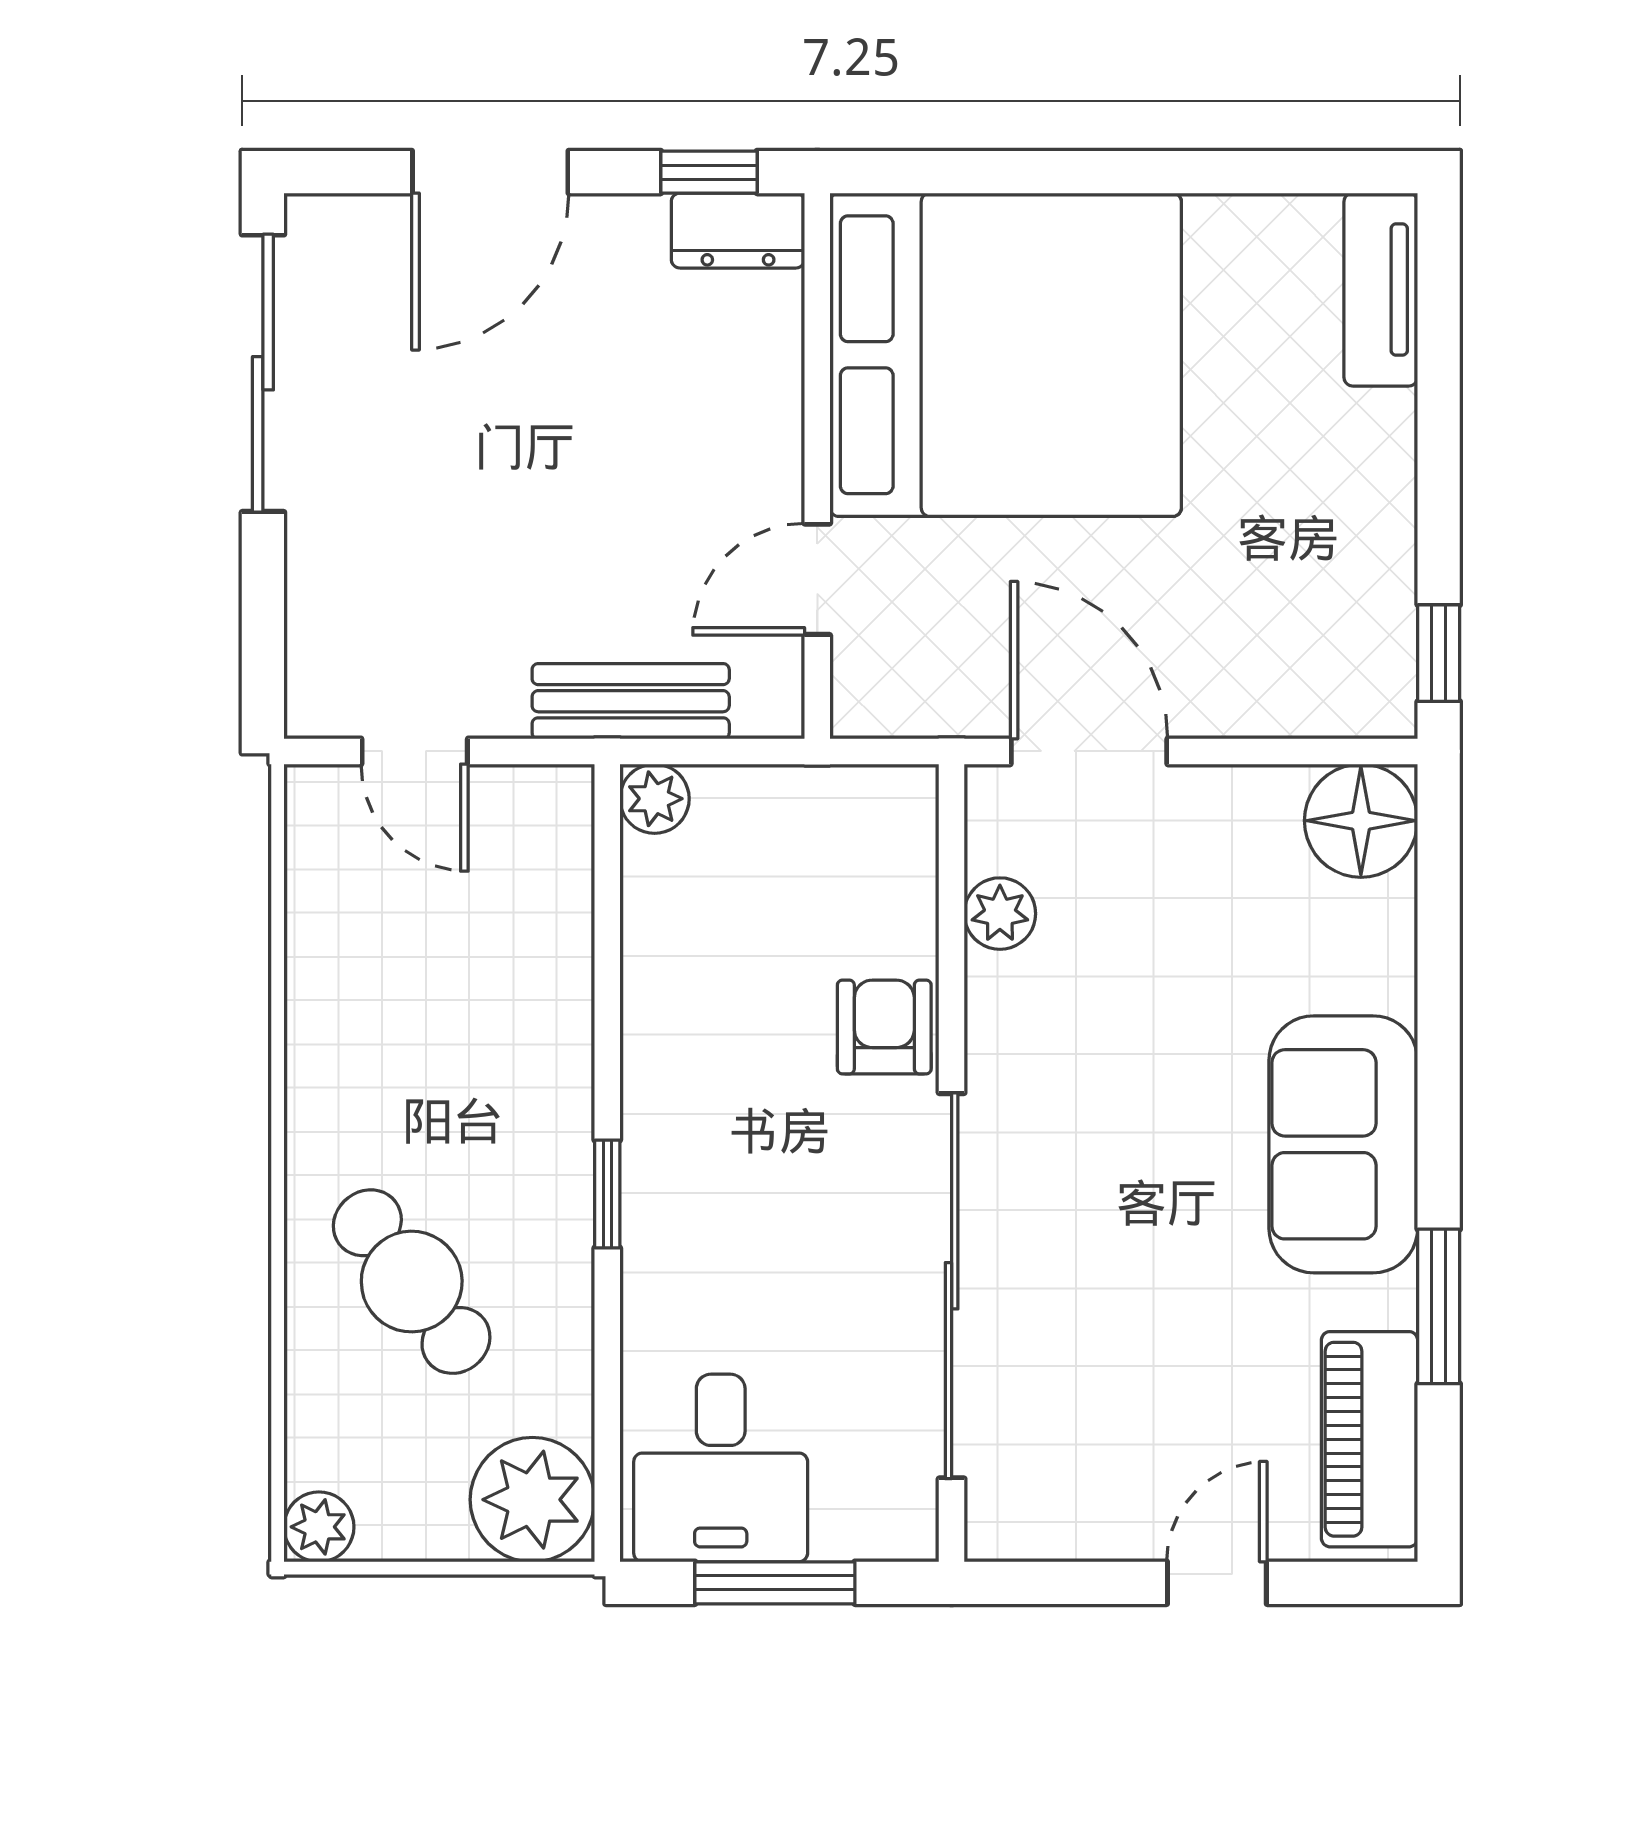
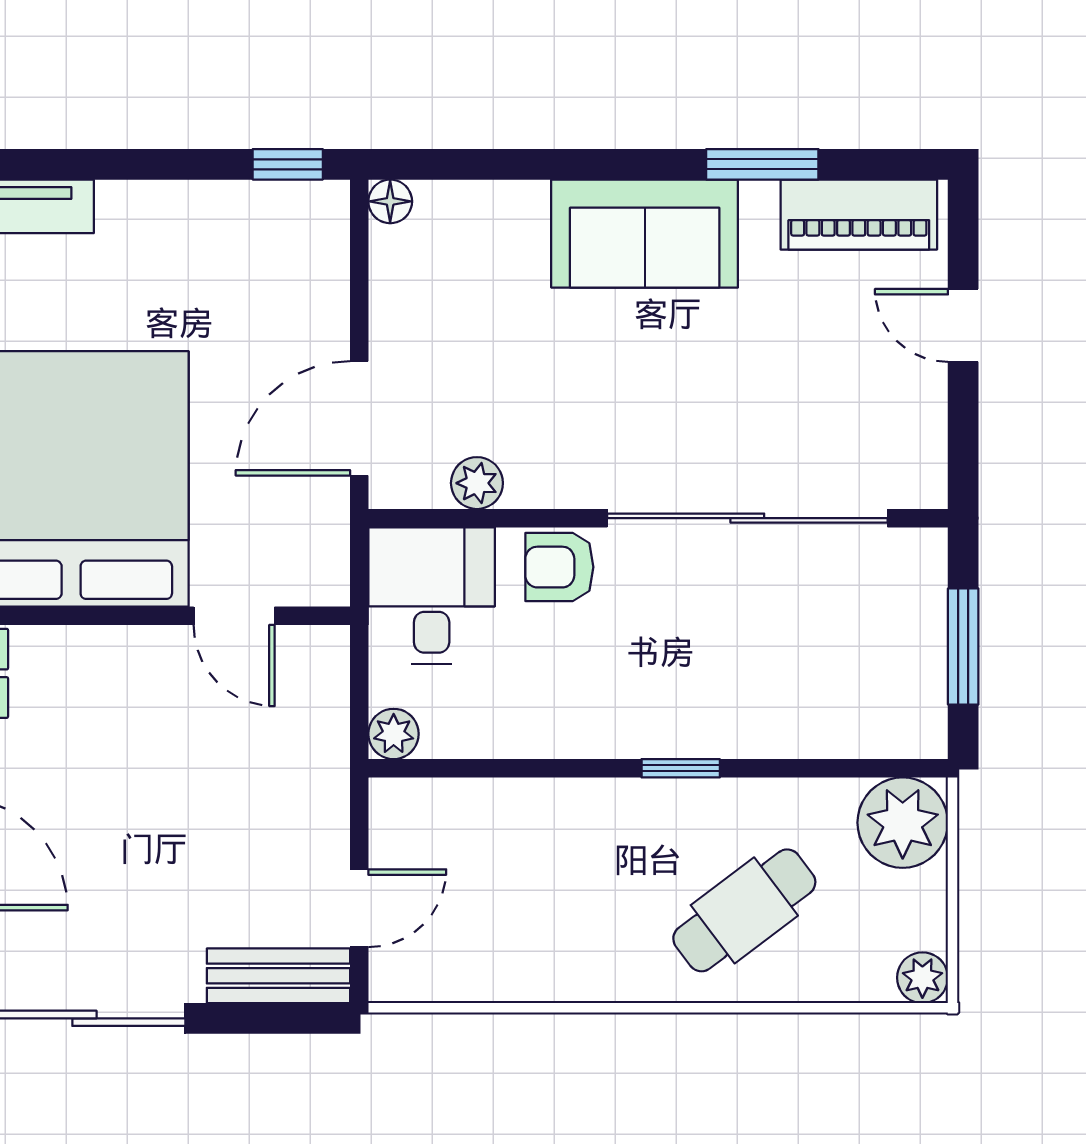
bench: (631, 701) -> (278, 976), moved, turned 90
floor lamp: (1361, 821) -> (390, 201), width x0.53, depth x0.53
desk: (721, 1468) -> (432, 595), moved, turned -90

